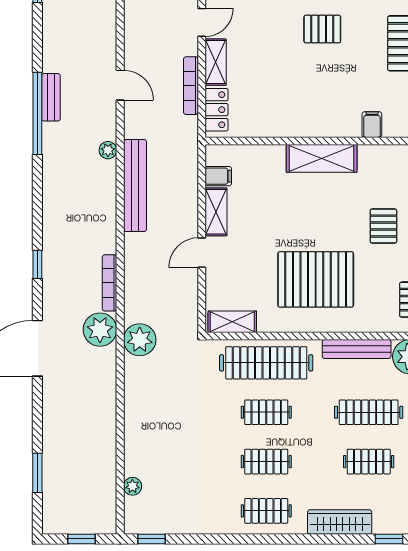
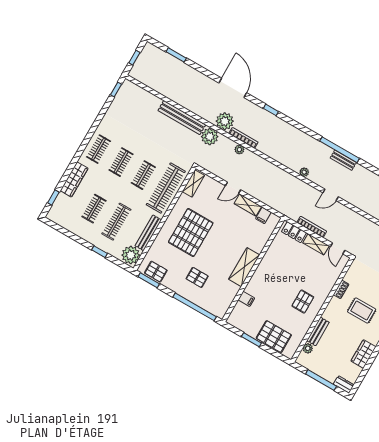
bench: (135, 186) -> (182, 118), moved
door: (202, 253) -> (233, 188), swing flipped
plant: (132, 486) -> (239, 149), moved

